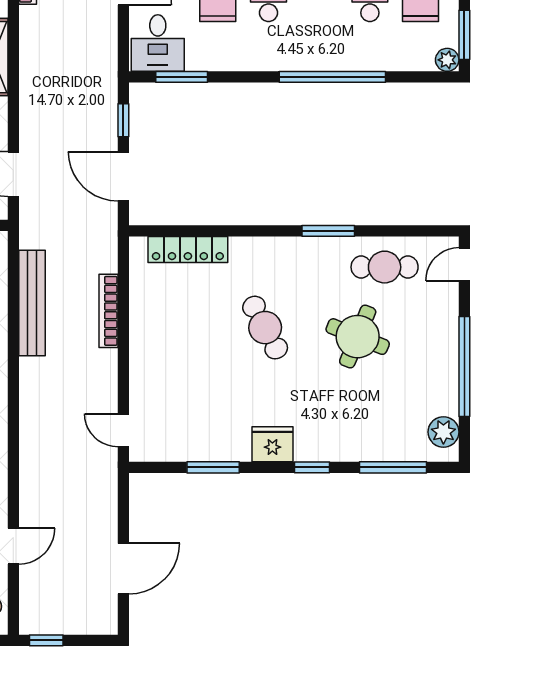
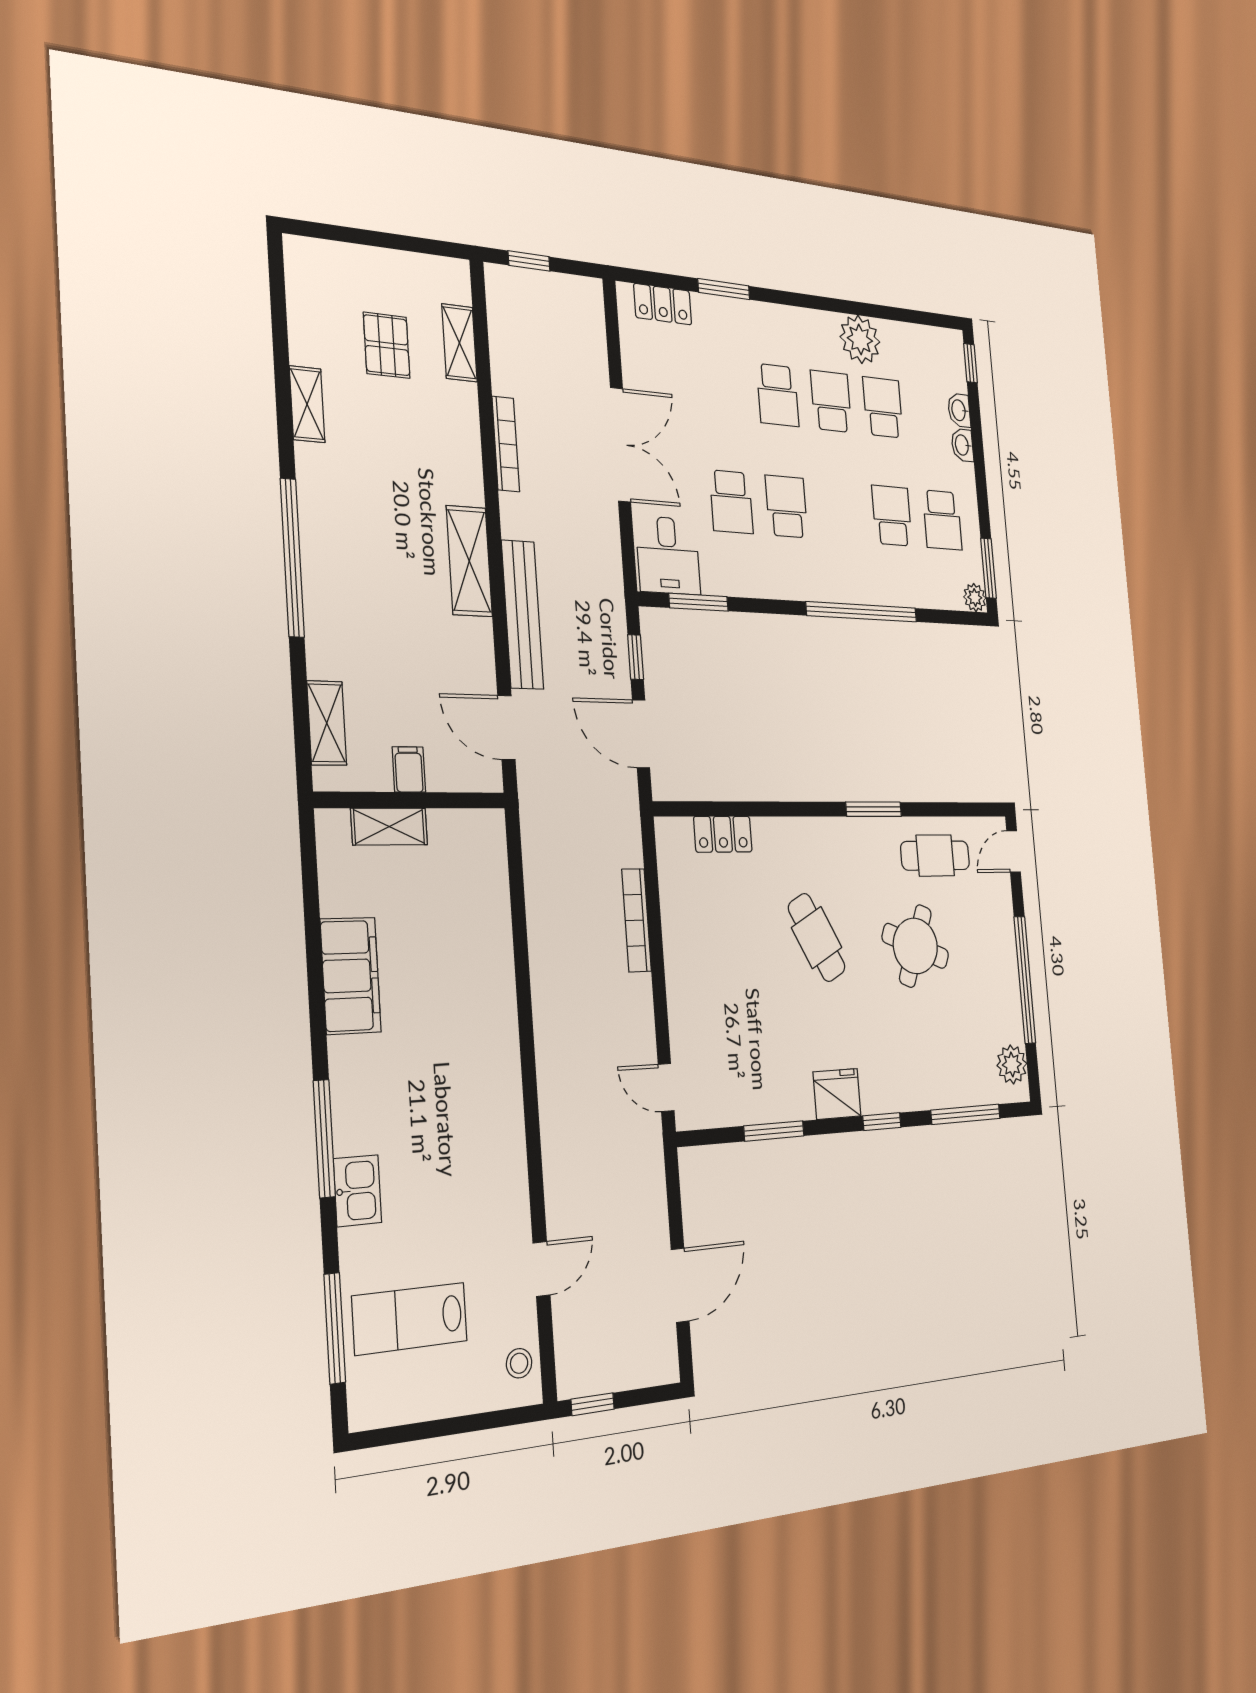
locker: (188, 250) -> (723, 834), width x0.66
bench: (32, 303) -> (522, 615), moved

